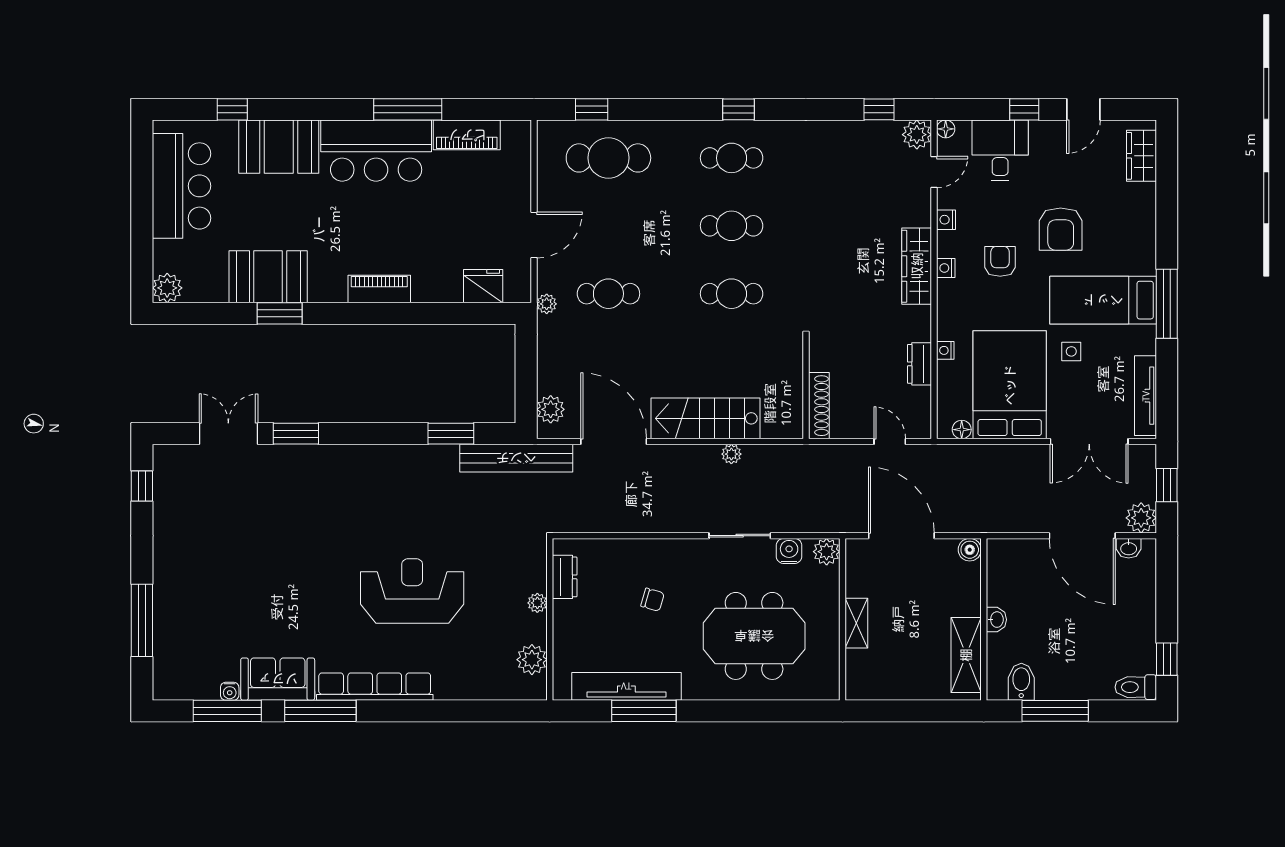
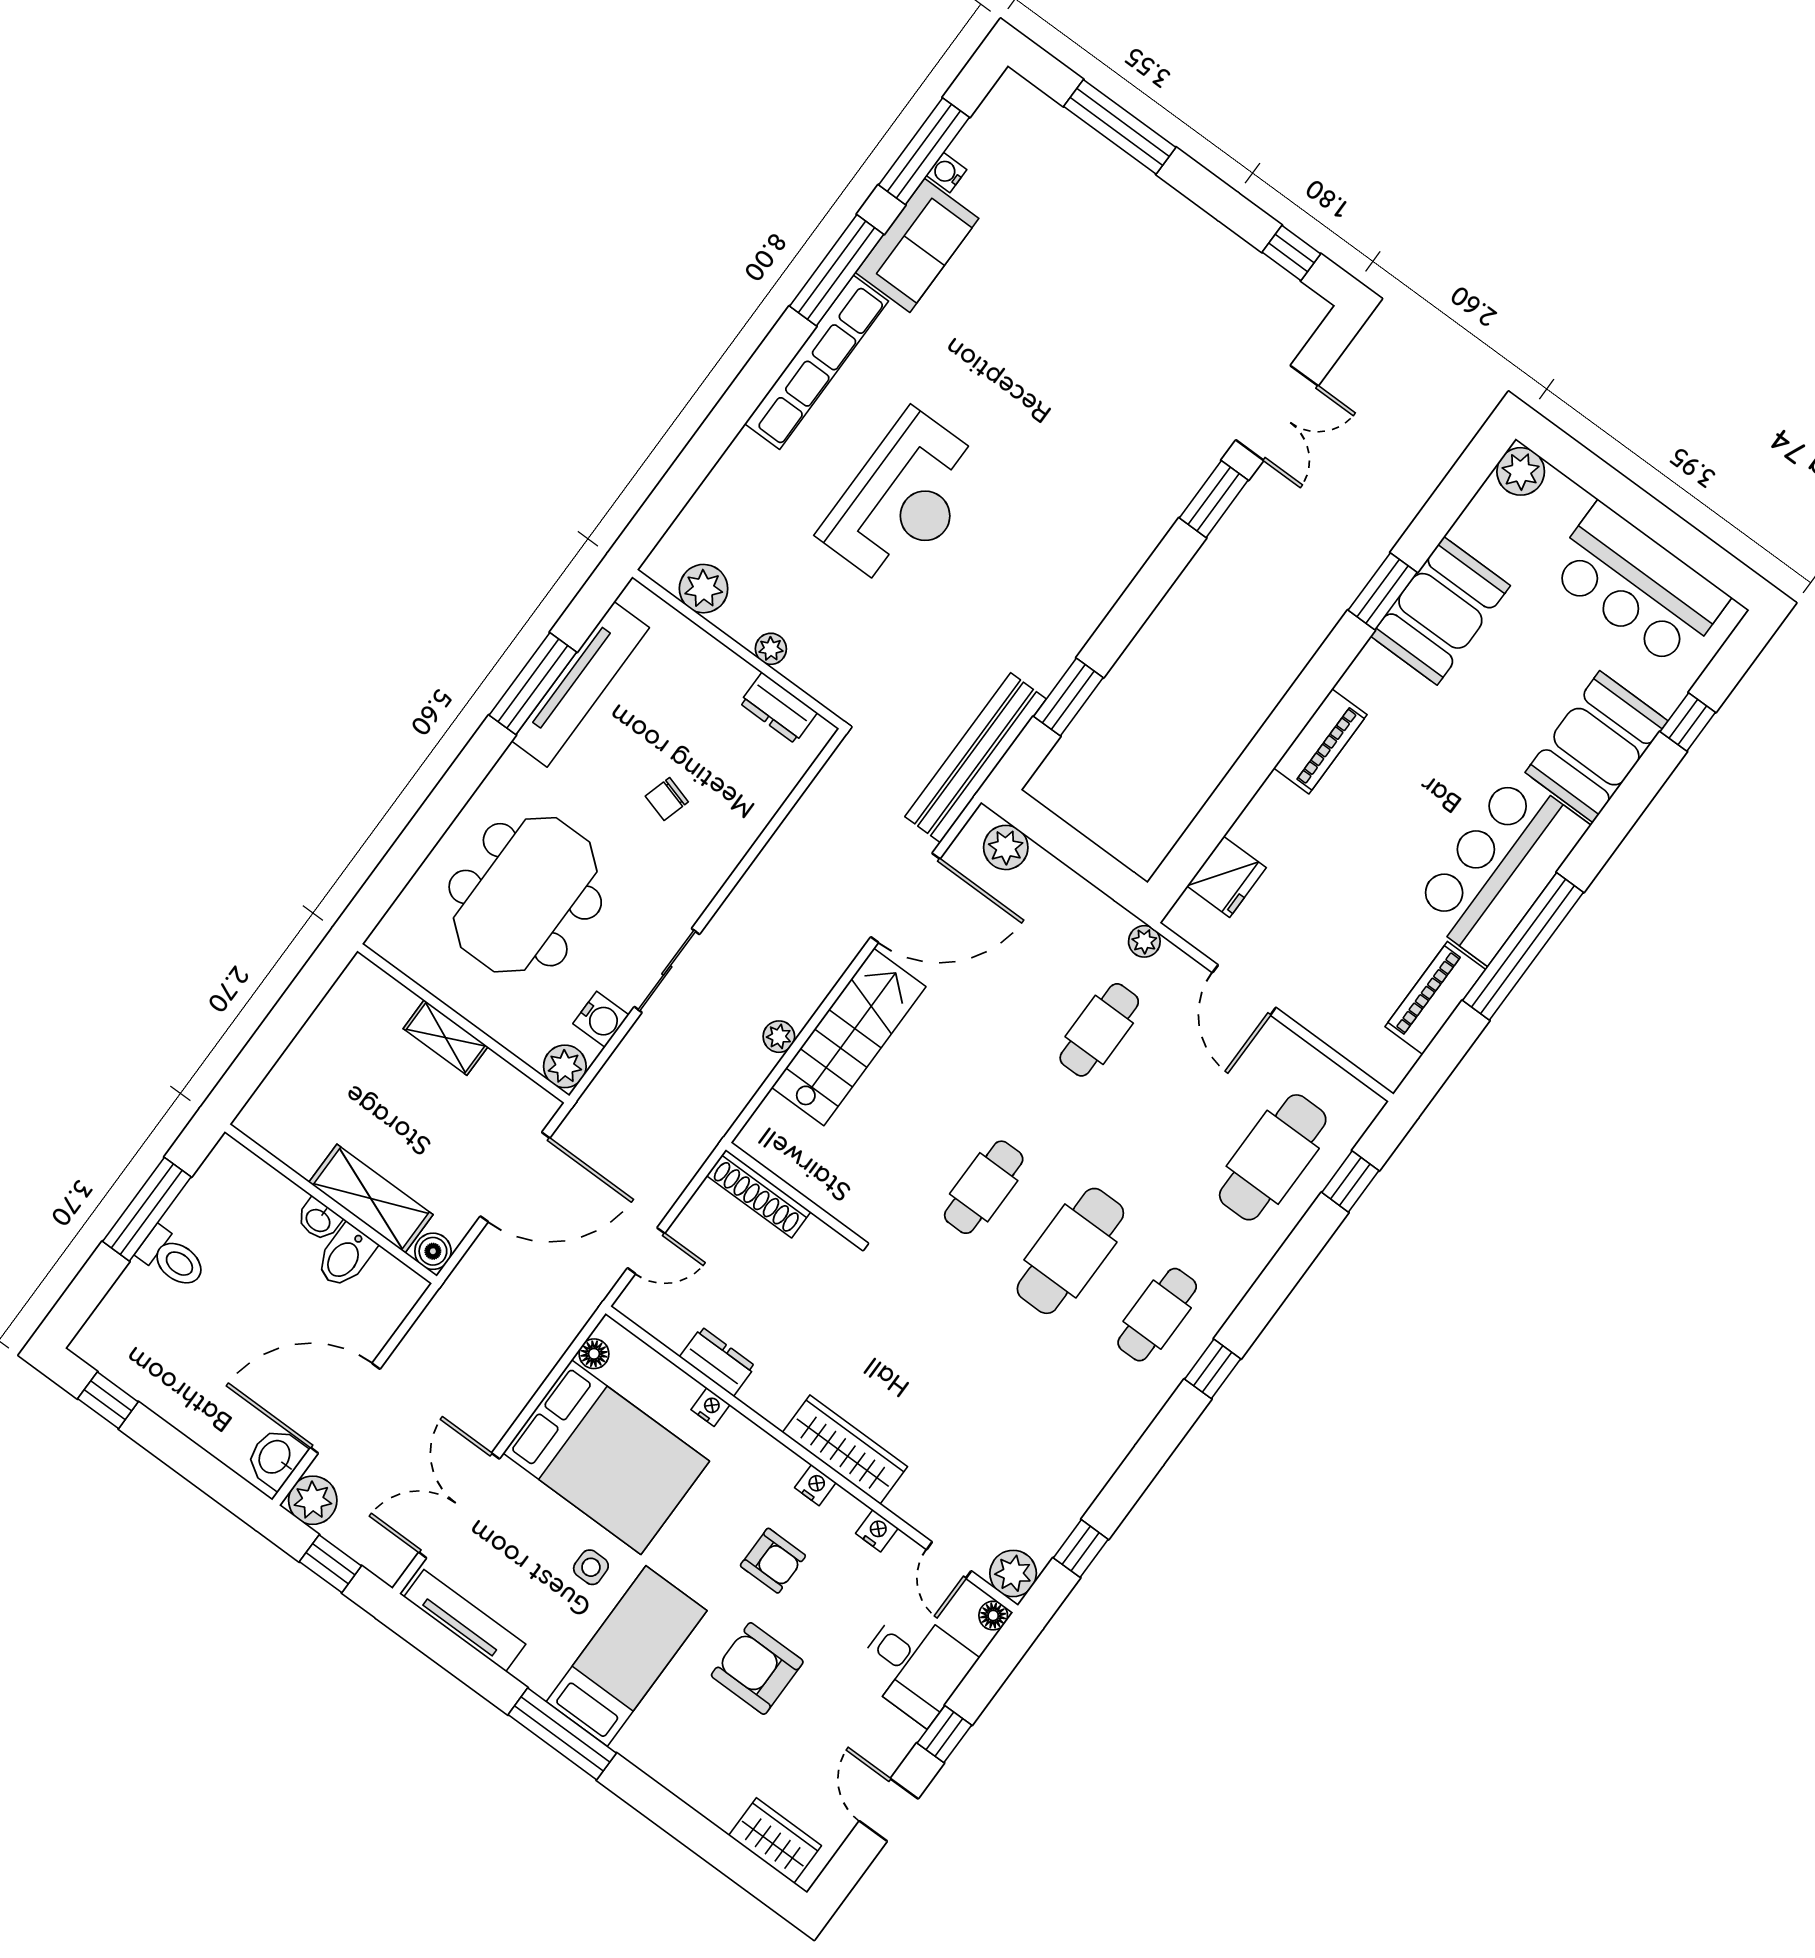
window: (408, 109) -> (1523, 946), width x1.46
cafe table: (732, 226) -> (1070, 1251), width x1.37, depth x1.35
washbasin: (1129, 548) -> (276, 1458), width x1.38, depth x1.45
shelving: (966, 655) -> (371, 1199), moved
bidet: (1021, 682) -> (345, 1256), moved, turned 90
toilet: (1136, 687) -> (172, 1258), moved, turned 90

